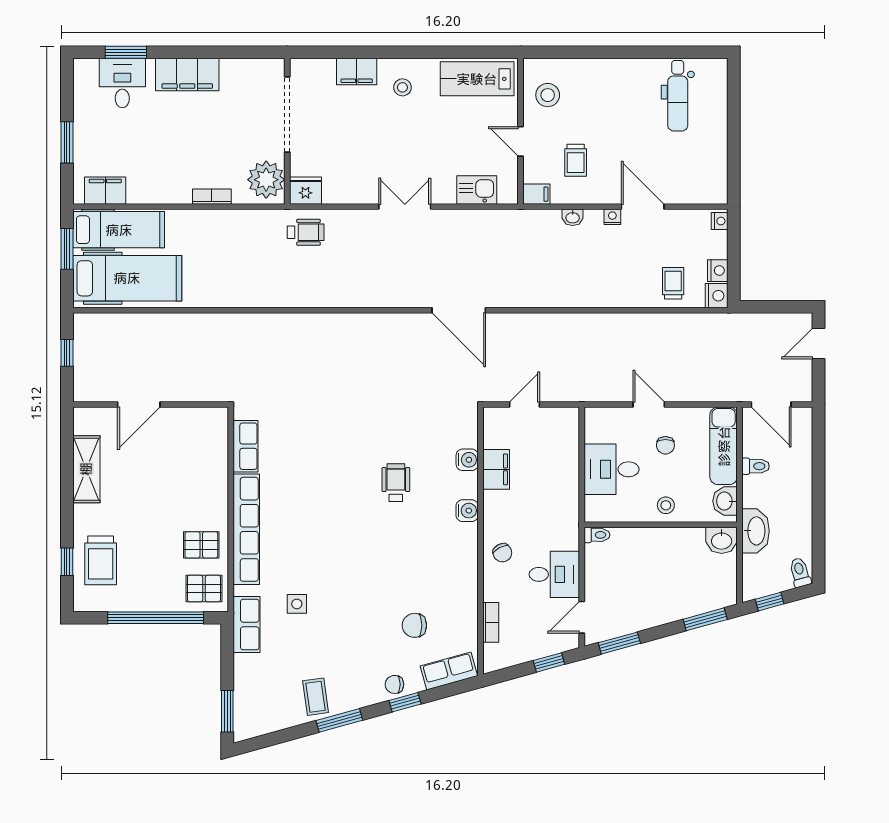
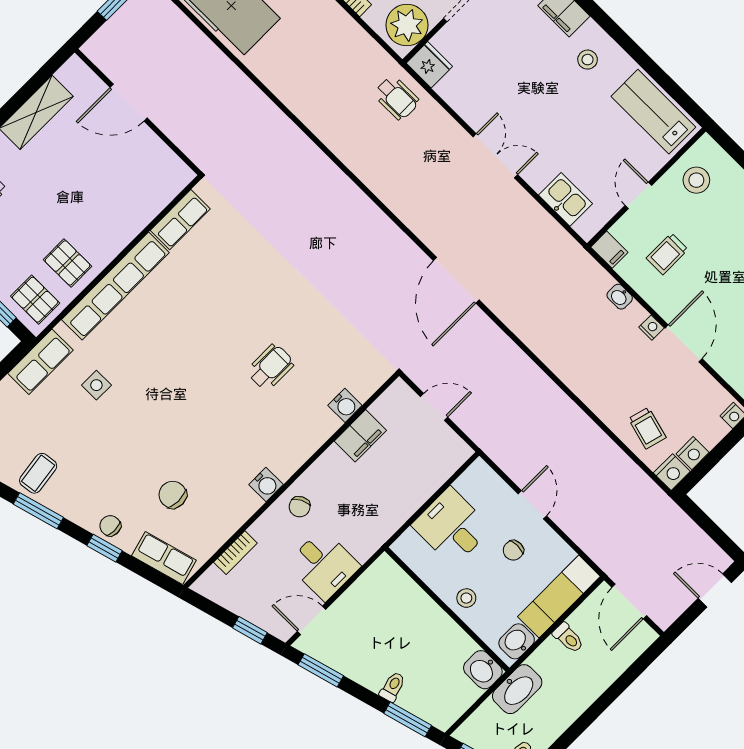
trolley: (673, 283) -> (647, 428), turned 105
water cooler: (467, 511) -> (266, 484), moved
toilet: (597, 535) -> (393, 687), moved, turned -105

